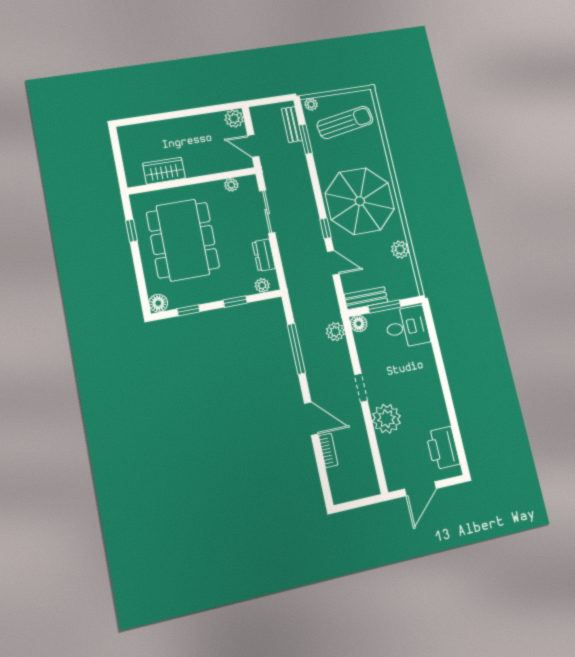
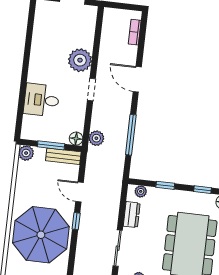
plant: (400, 250) -> (26, 153), moved
desk: (407, 327) -> (42, 100), moved
printer: (443, 448) -> (44, 24), removed
bookcase: (328, 450) -> (135, 32), moved

